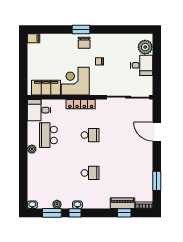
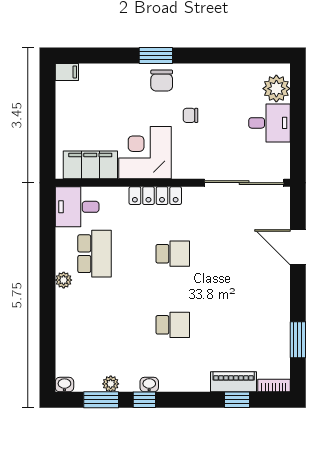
school desk: (48, 135) -> (95, 254), turned 180

